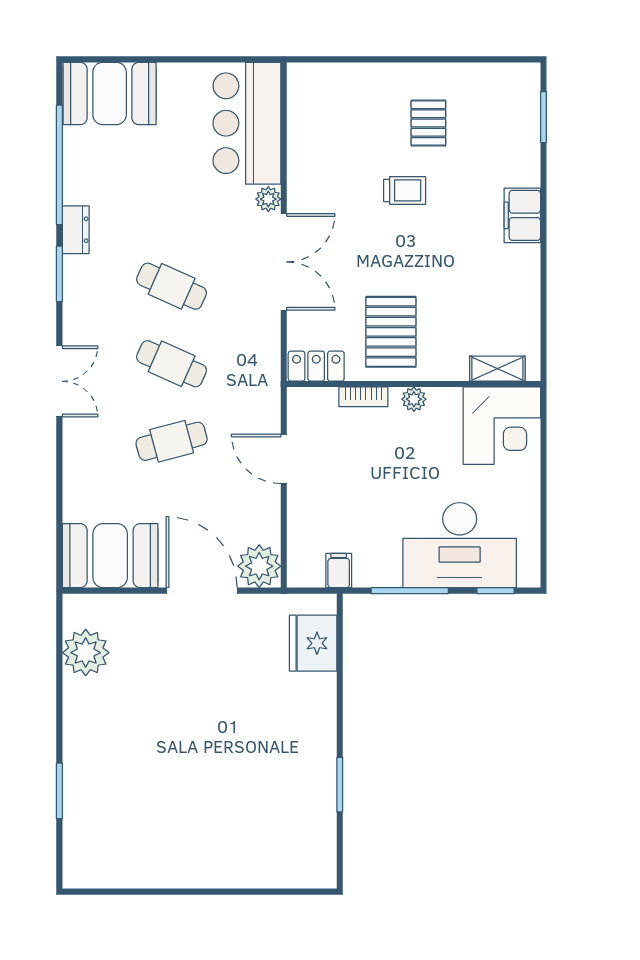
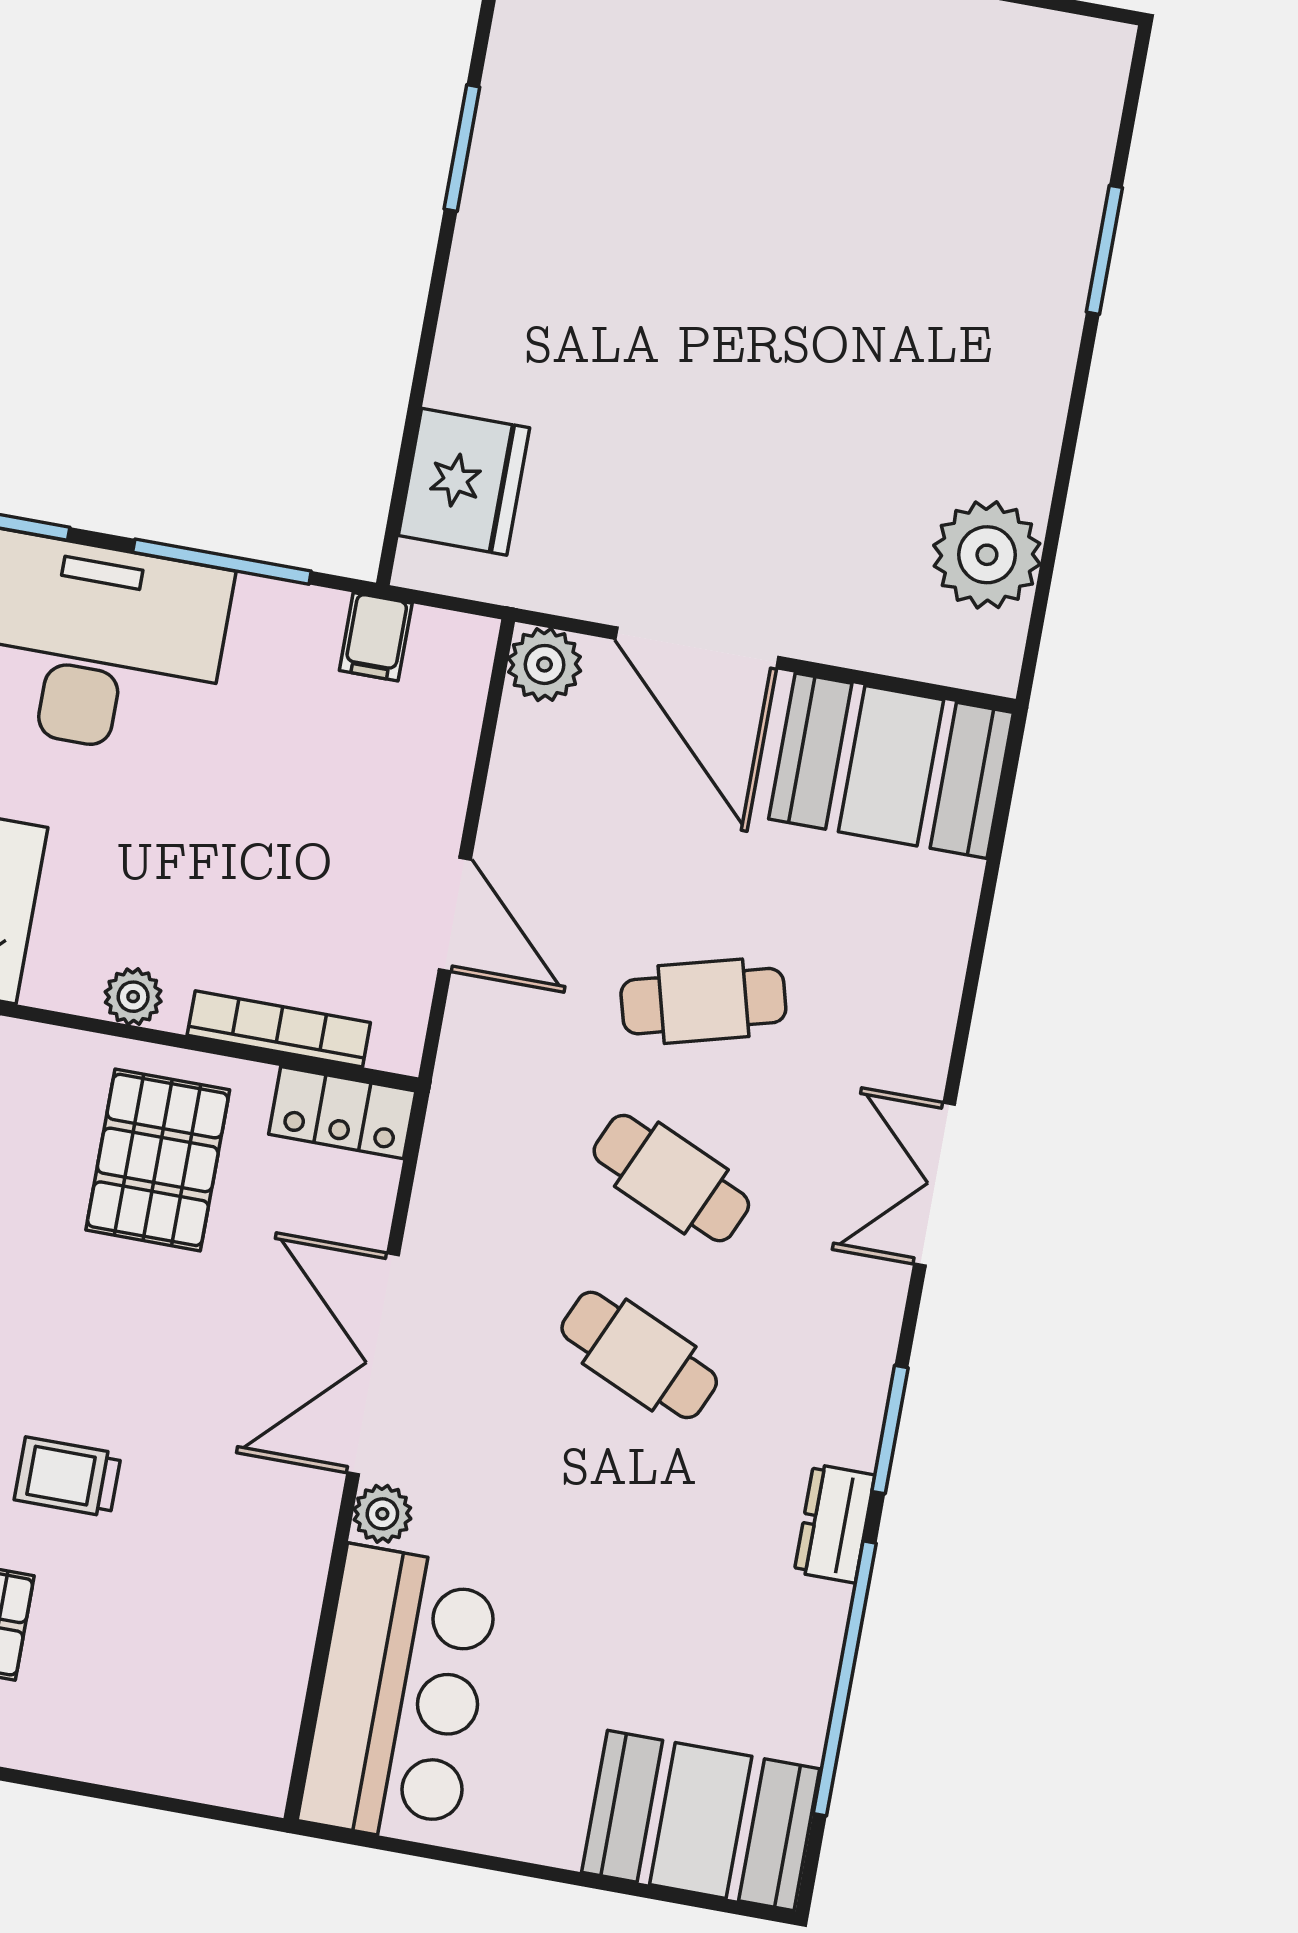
bookcase: (363, 397) -> (279, 1029), width x1.56
plant: (259, 566) -> (545, 664), width x0.73, depth x0.73

